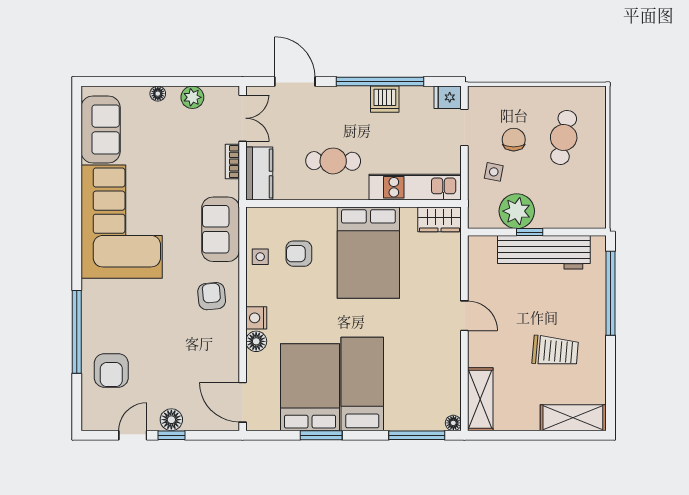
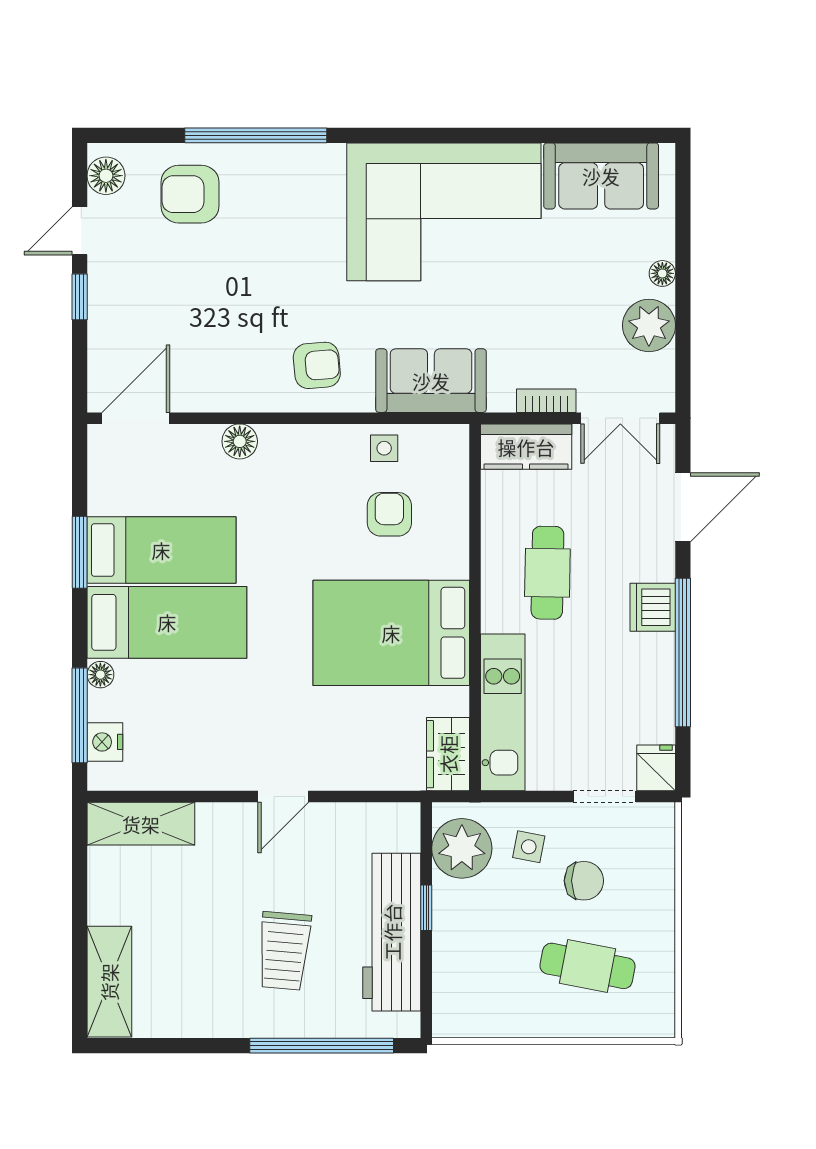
plant: (192, 97) -> (649, 325), width x1.36, depth x1.36
dishwasher: (385, 99) -> (653, 607), moved
plant: (517, 211) -> (462, 848), moved
nightstand: (256, 318) -> (105, 742), moved, turned -90
trolley: (555, 351) -> (284, 951), moved
bed: (310, 387) -> (161, 550), width x0.67
floor lamp: (171, 420) -> (106, 176), moved
floor lamp: (453, 423) -> (100, 675), moved
door: (133, 435) -> (80, 231), swing flipped

